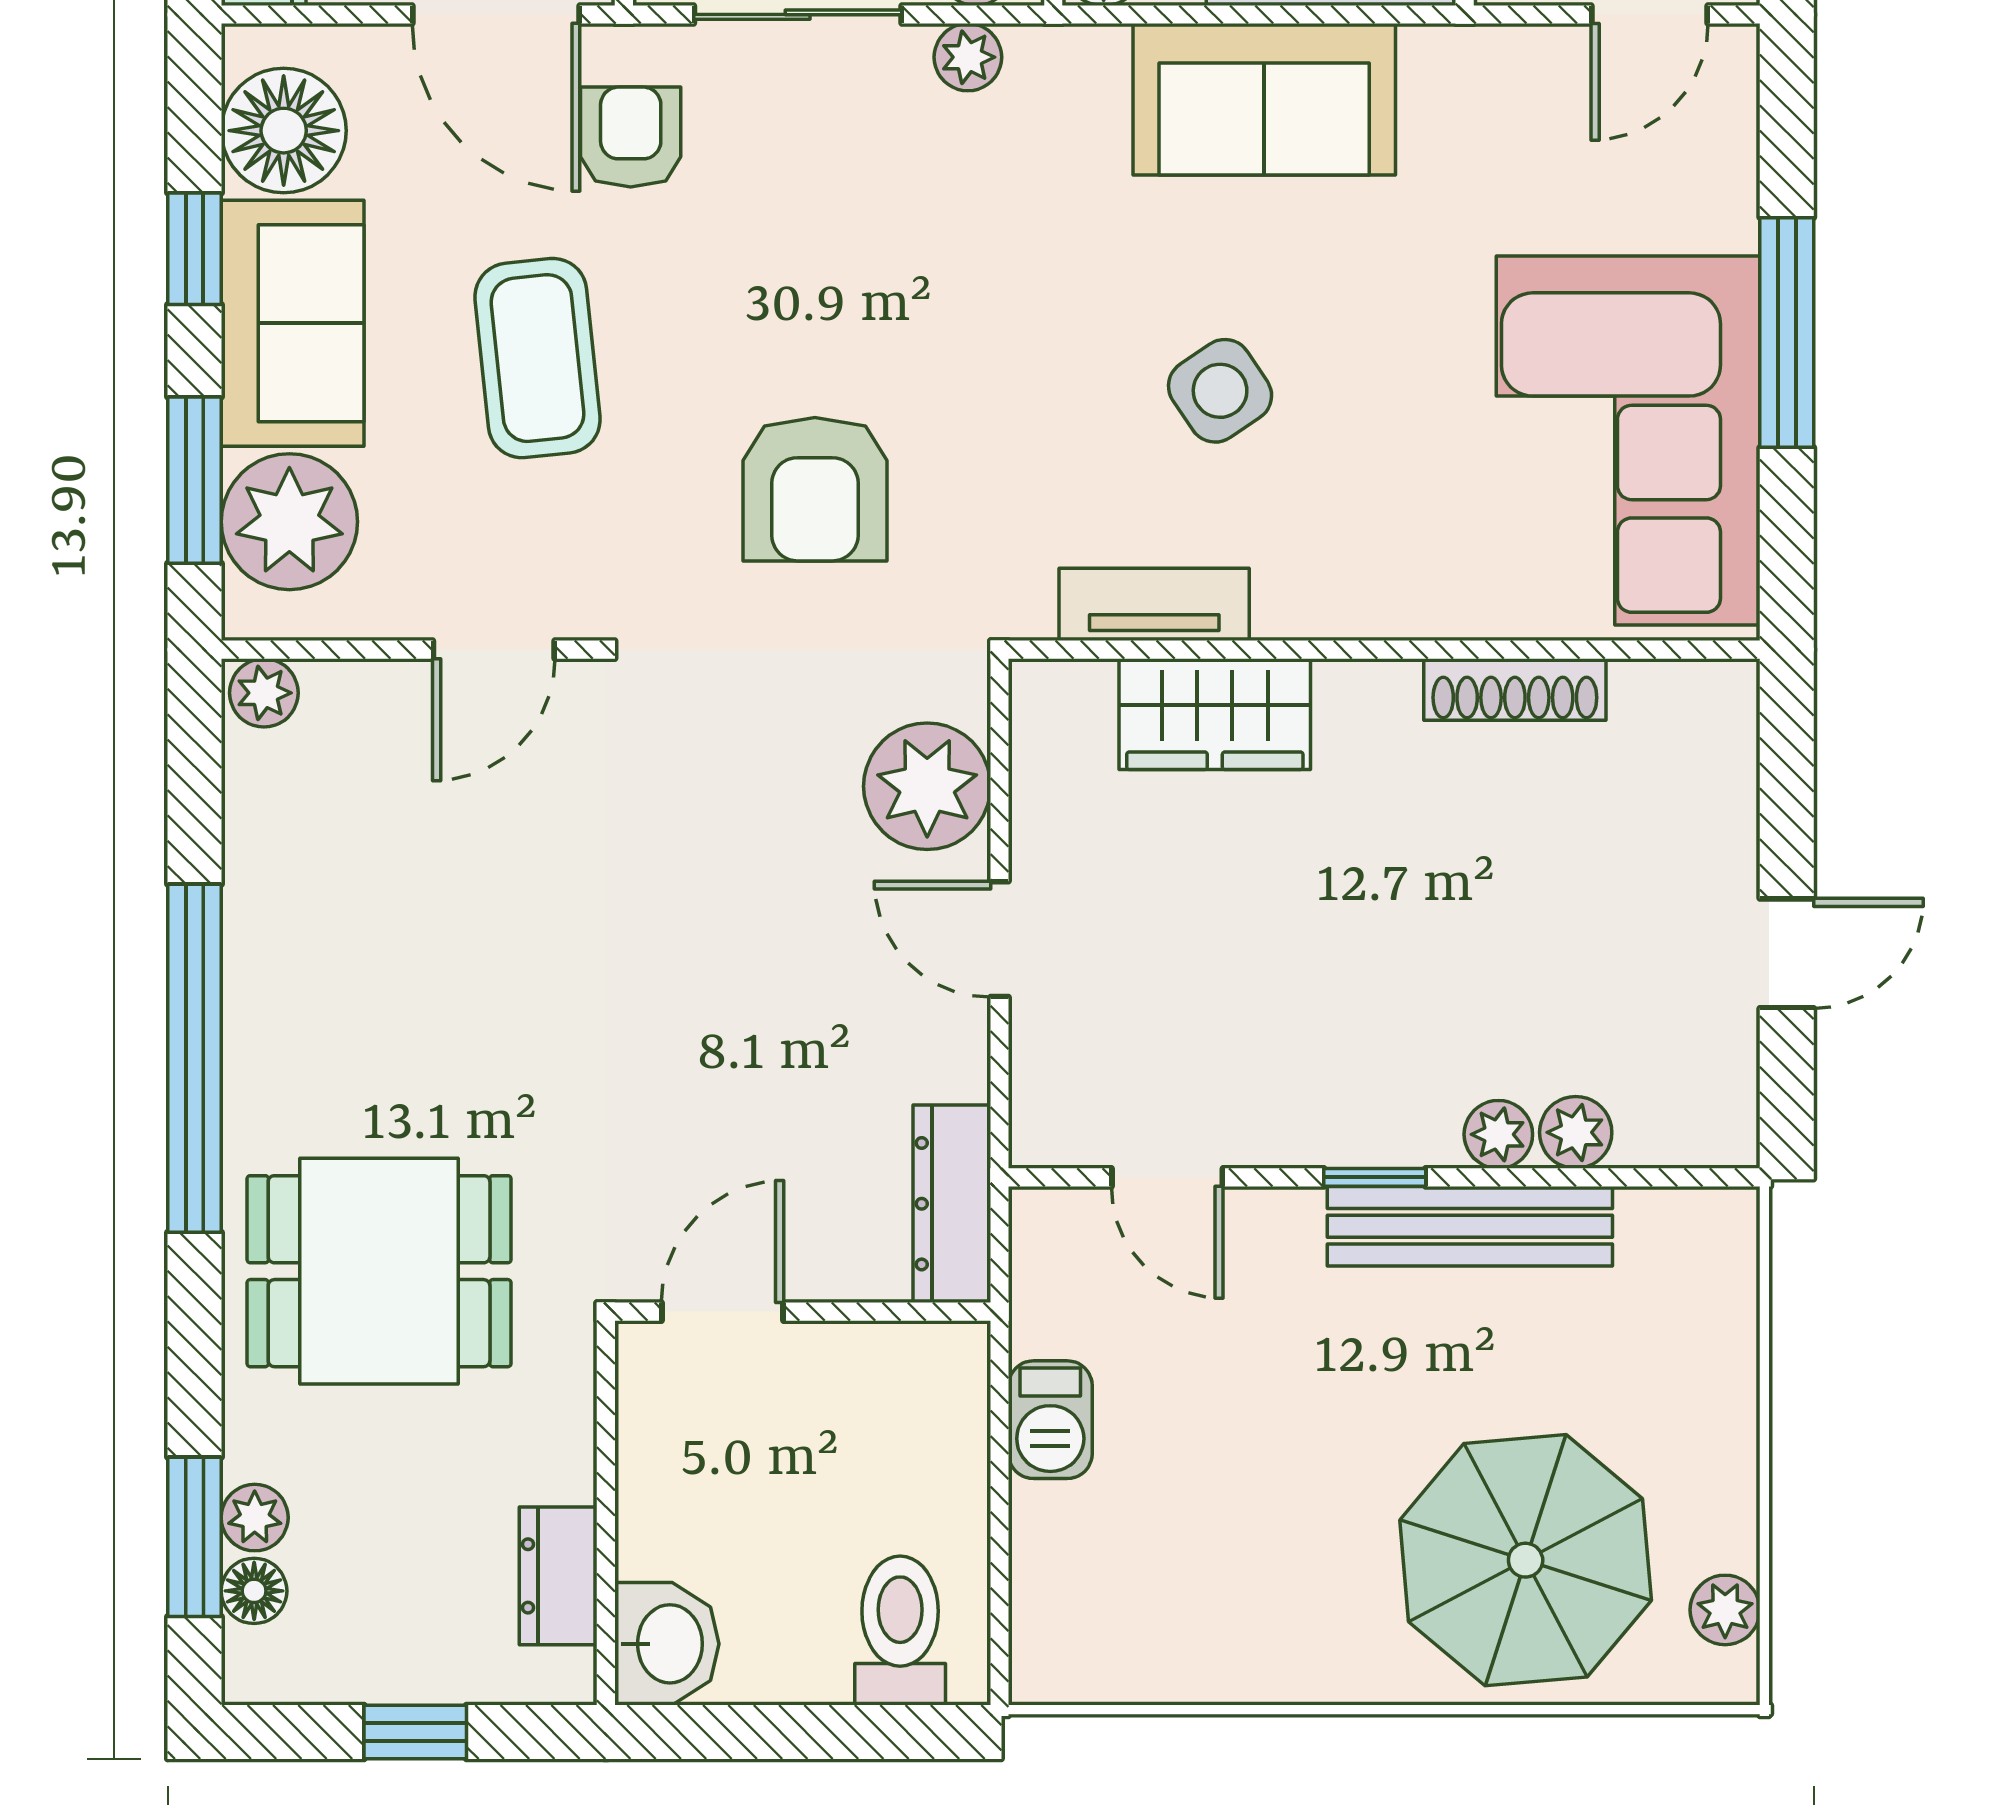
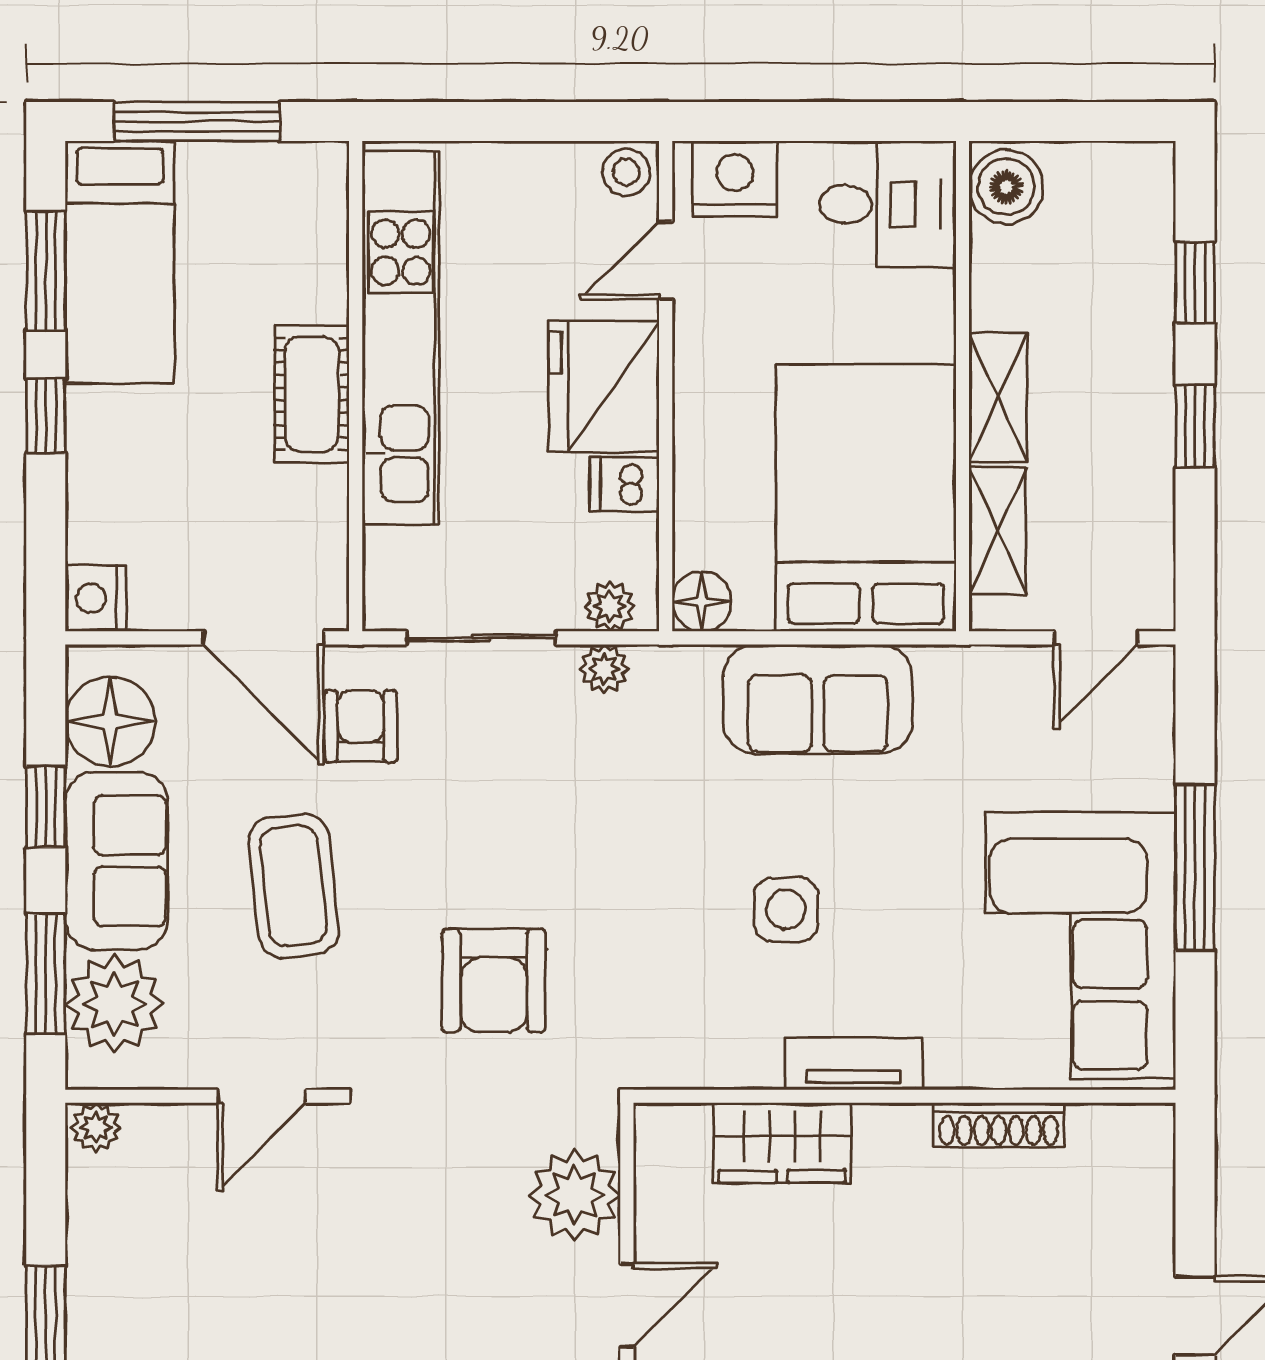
side table: (1220, 391) -> (786, 909), turned 34
tv unit: (1154, 604) -> (854, 1064), moved
door: (1000, 939) -> (627, 1305), swing flipped

